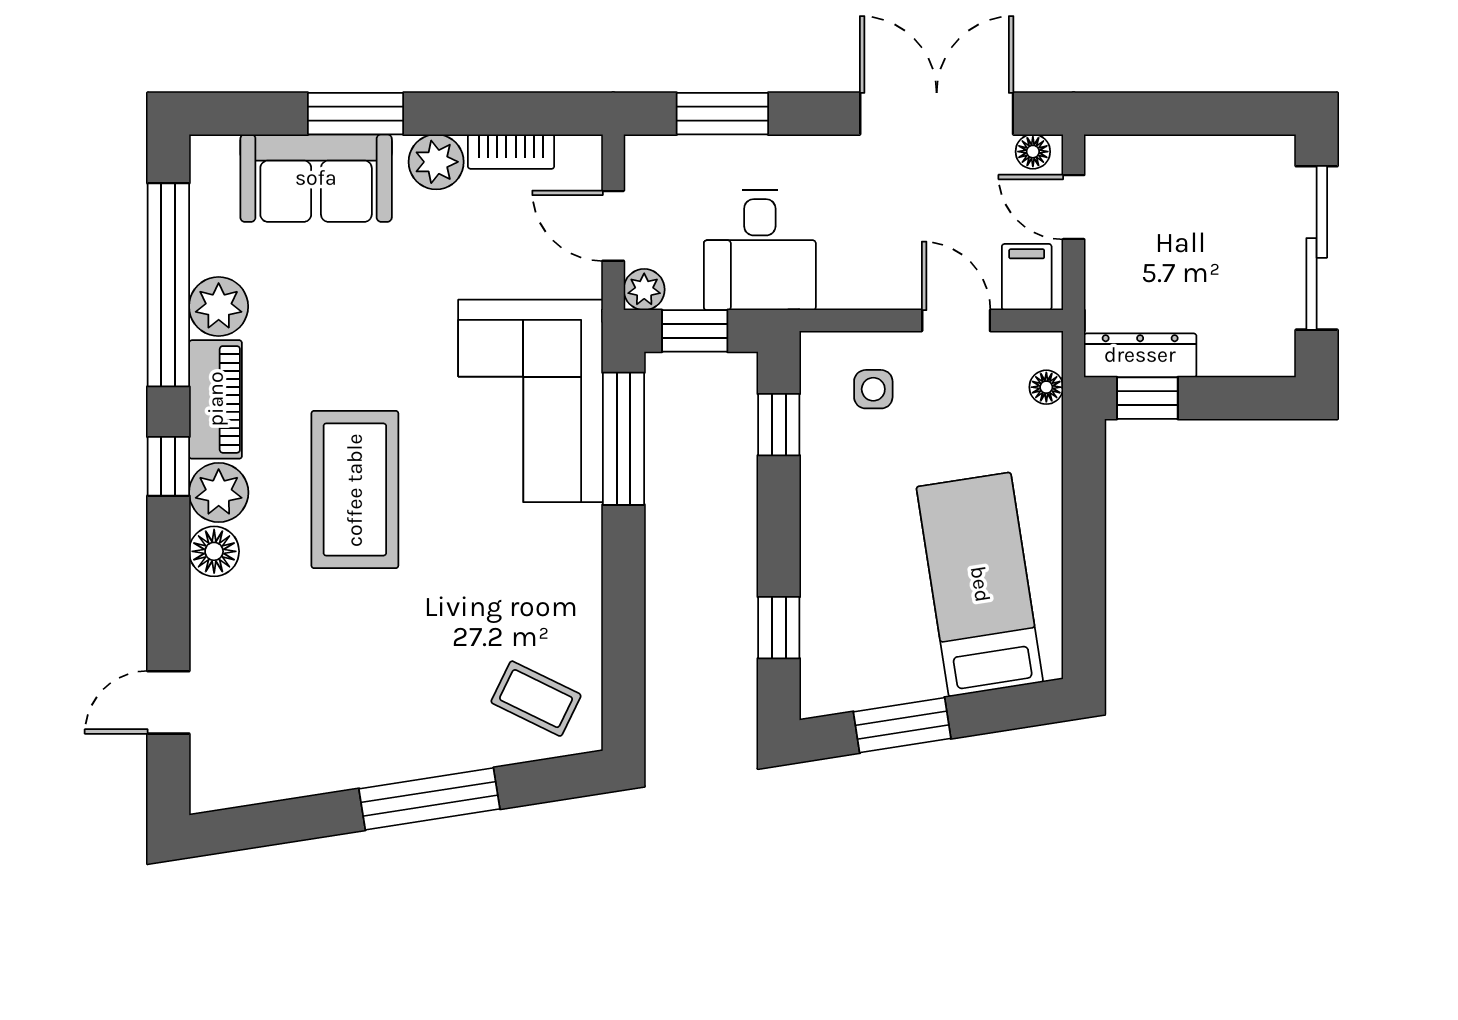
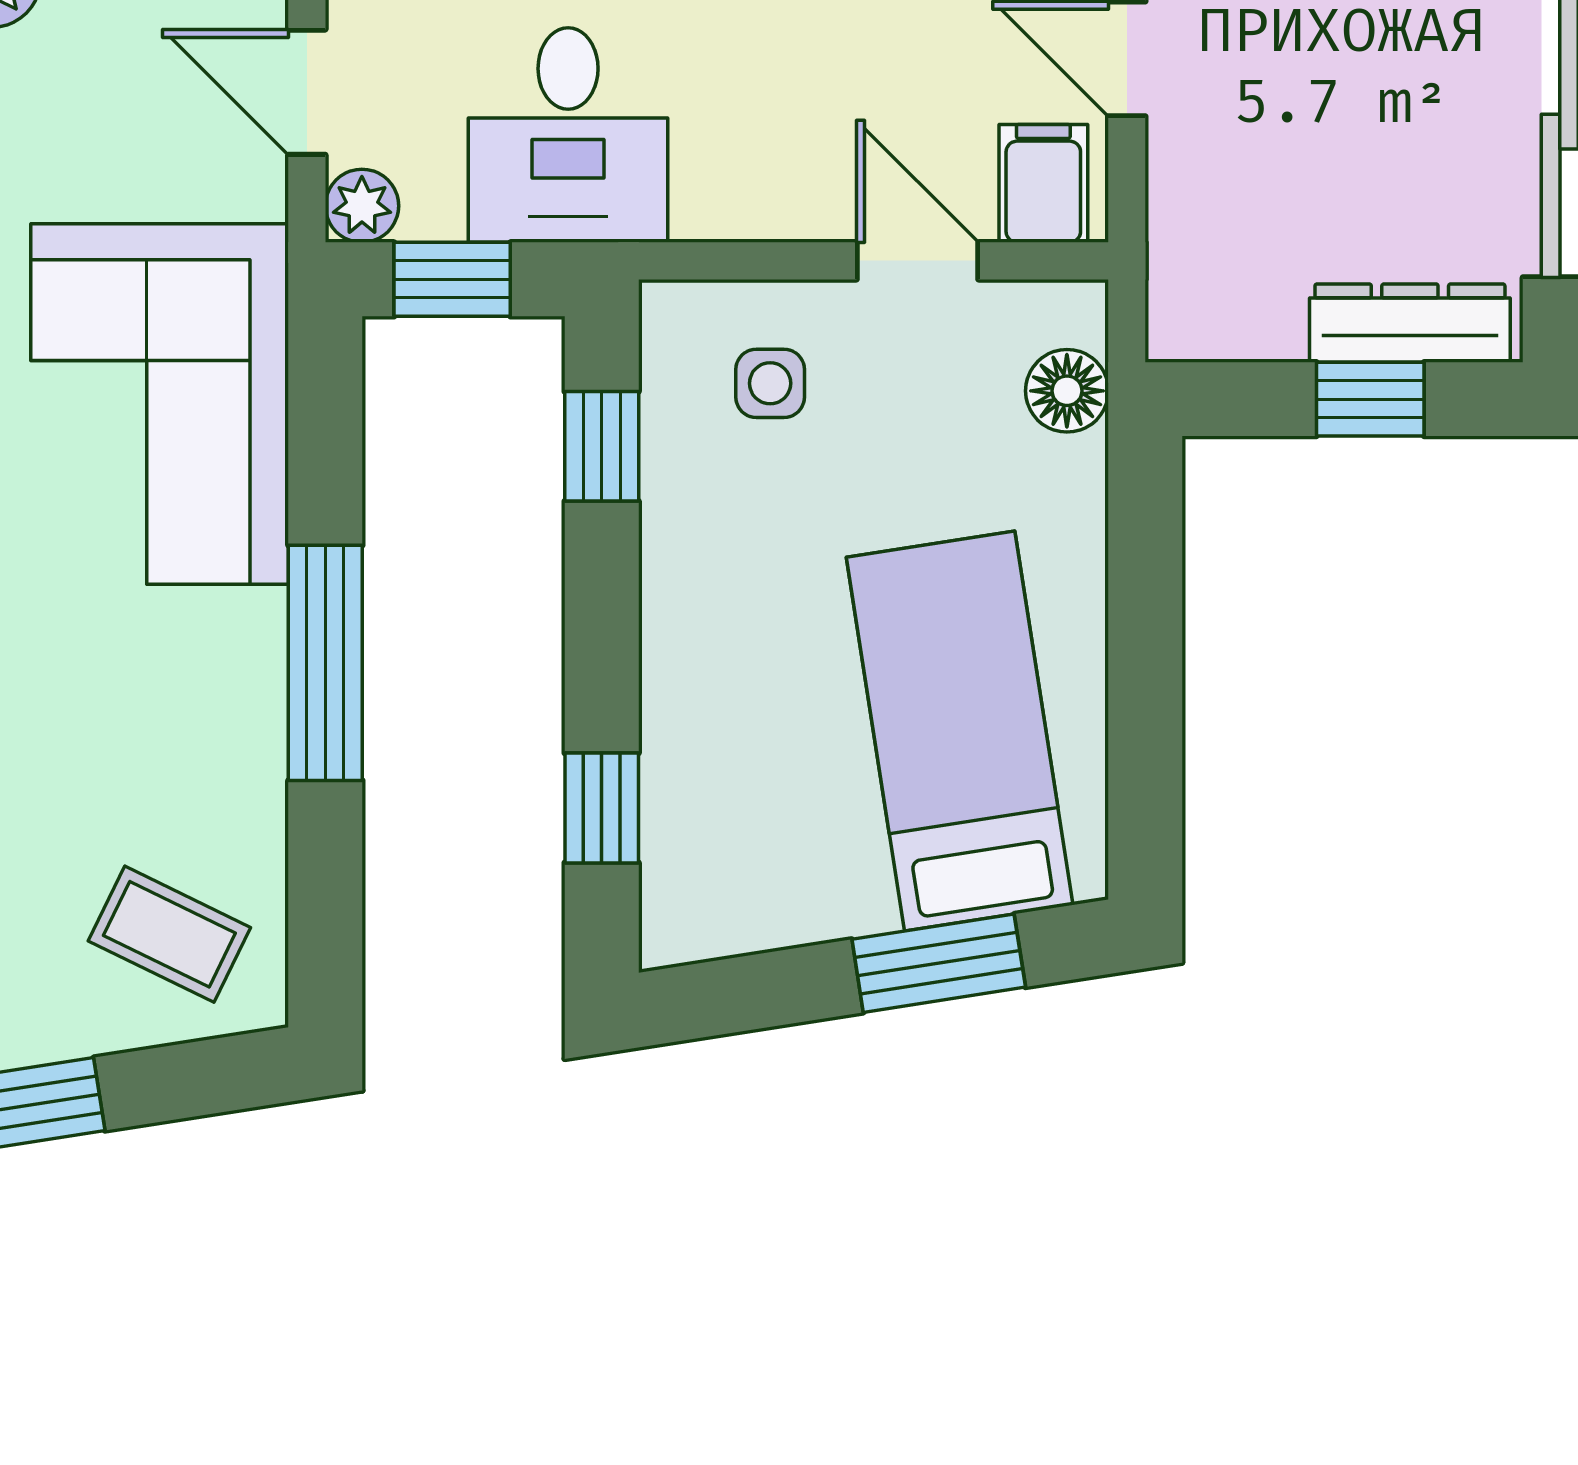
dresser: (1140, 355) -> (1410, 323), moved
floor lamp: (1046, 387) -> (1067, 391), width x1.37, depth x1.37
window: (1147, 398) -> (1370, 399), moved
window: (624, 439) -> (325, 663), moved
window: (902, 725) -> (939, 963), moved

